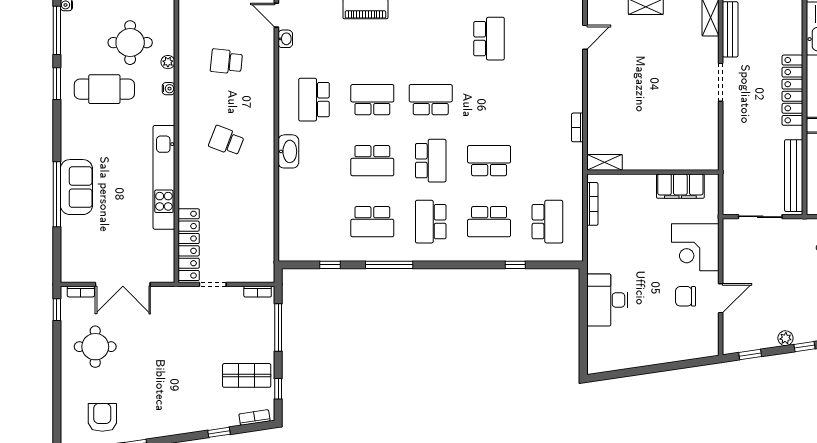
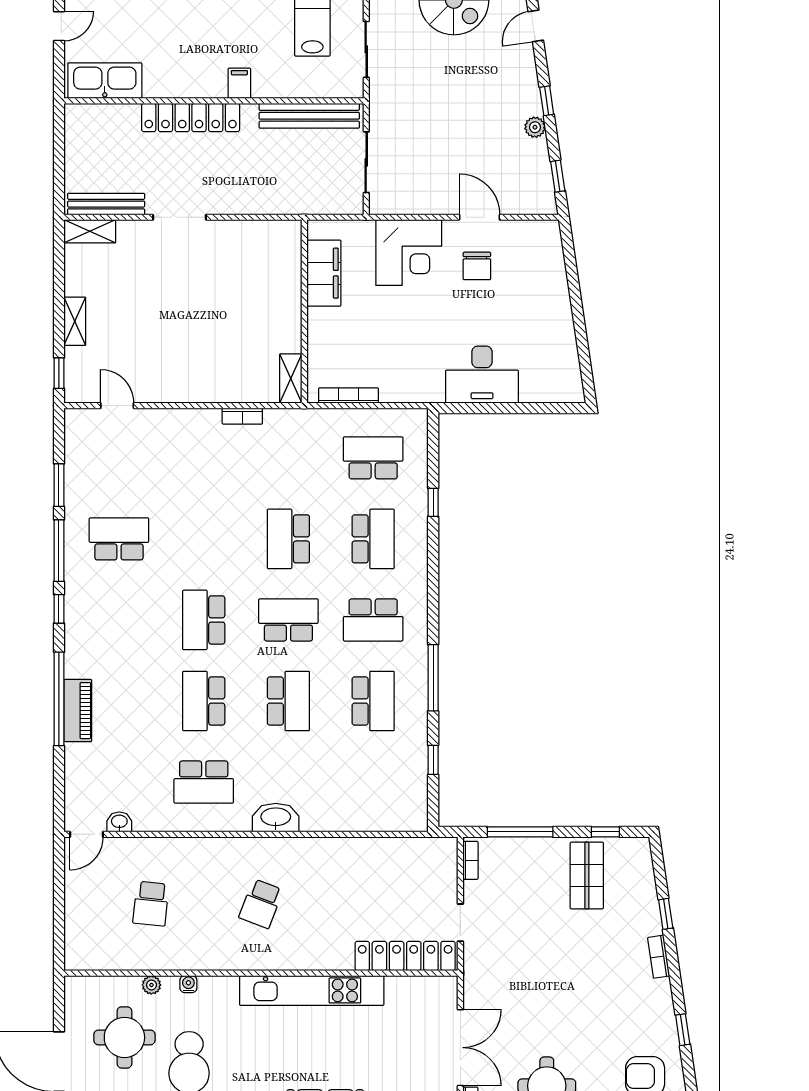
bookcase: (255, 417) -> (659, 957), moved

